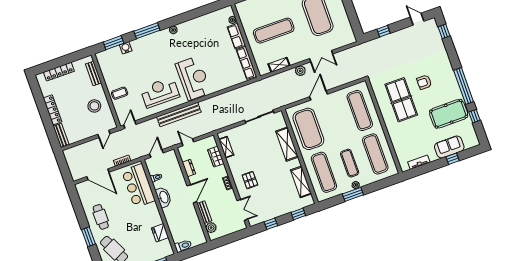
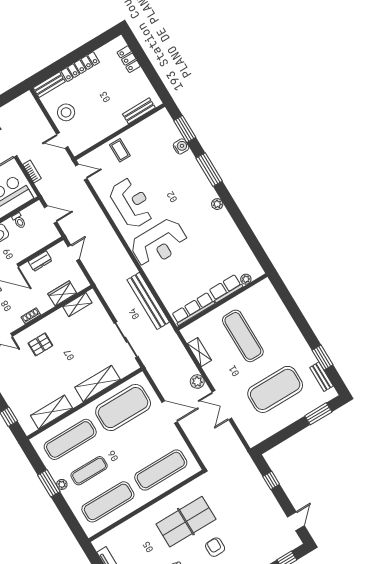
locker: (59, 72) -> (129, 59), width x0.66
stool: (94, 106) -> (66, 112), moved
bench: (179, 114) -> (148, 301), moved

